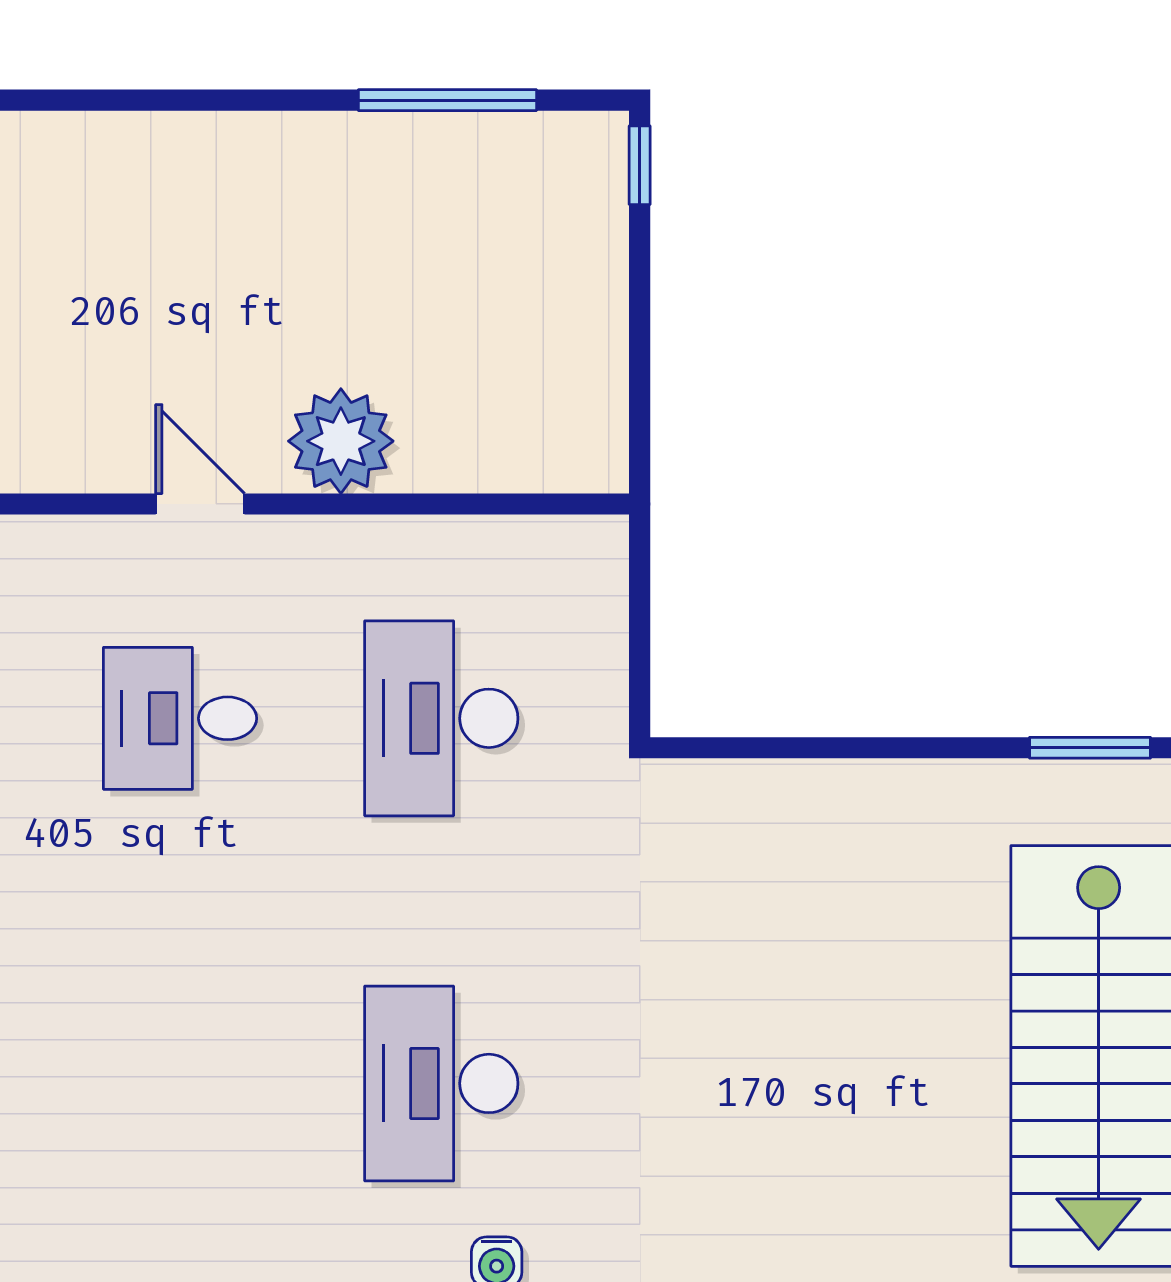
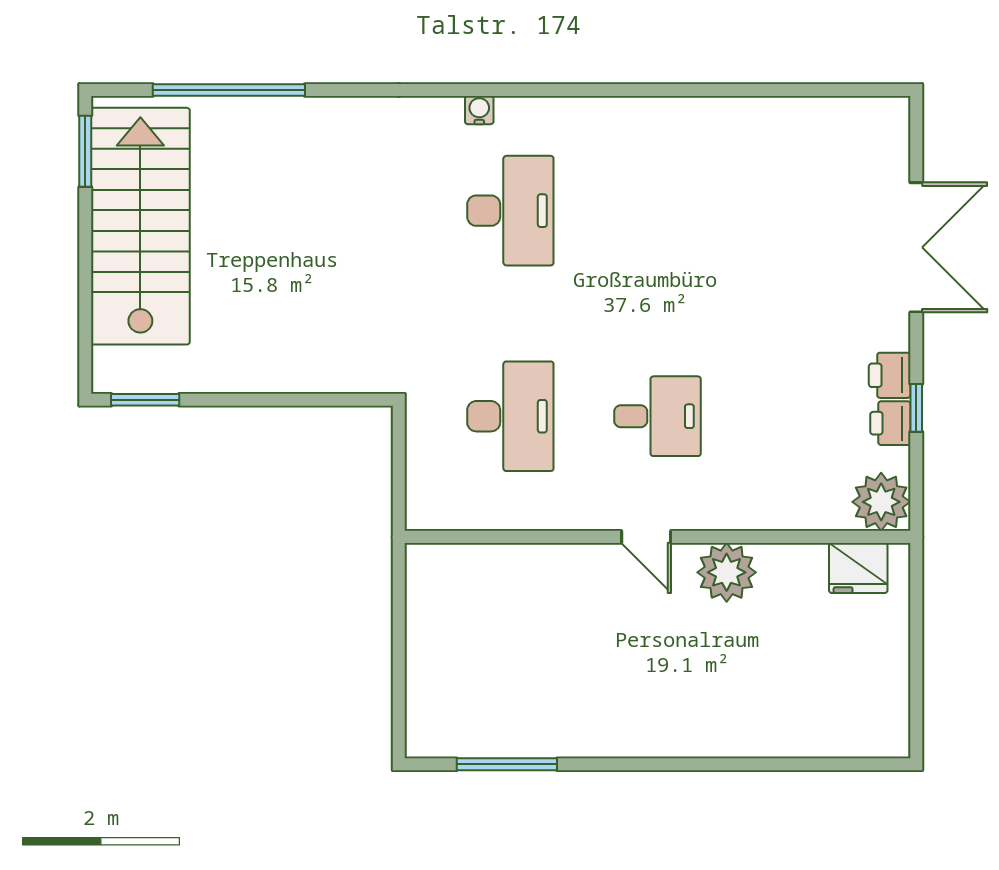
window: (640, 165) -> (399, 728), removed
plant: (341, 441) -> (727, 572), moved

